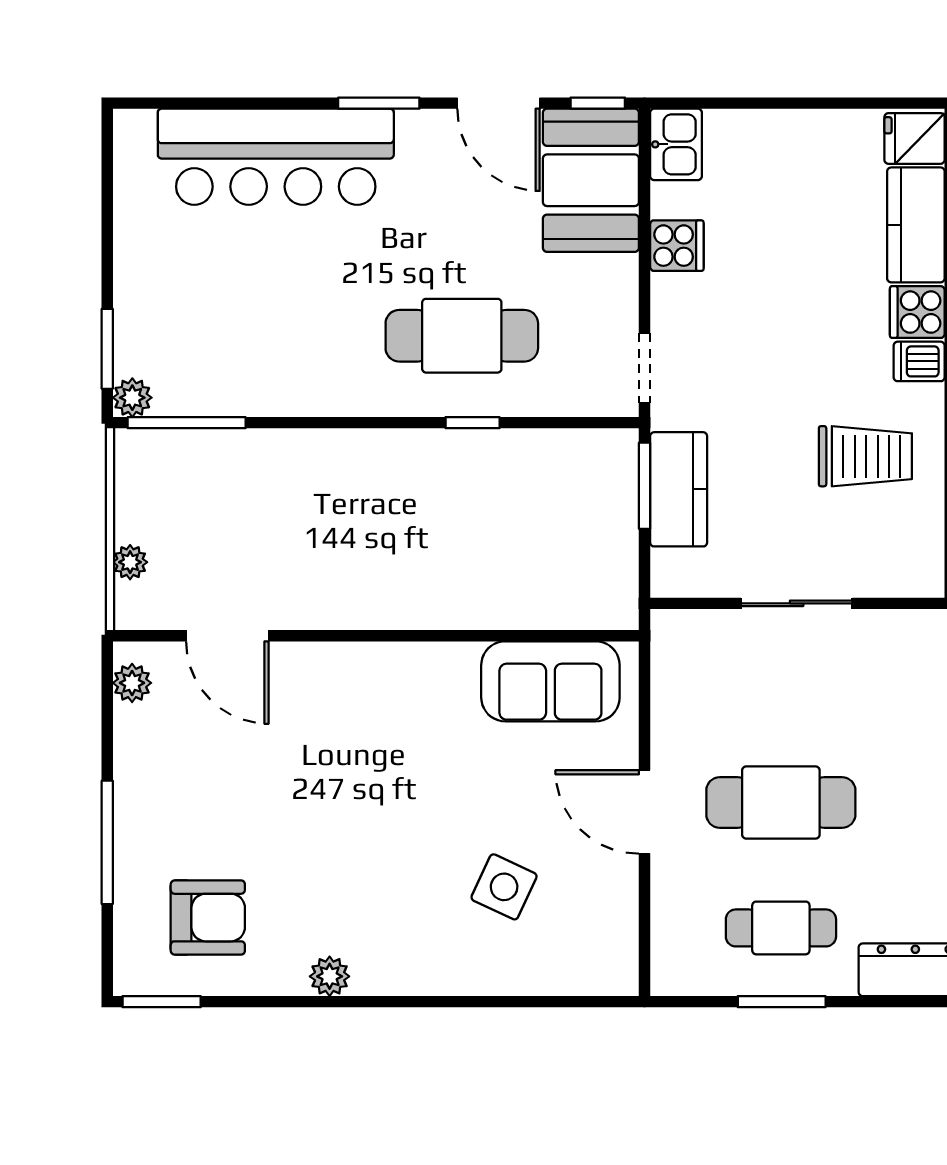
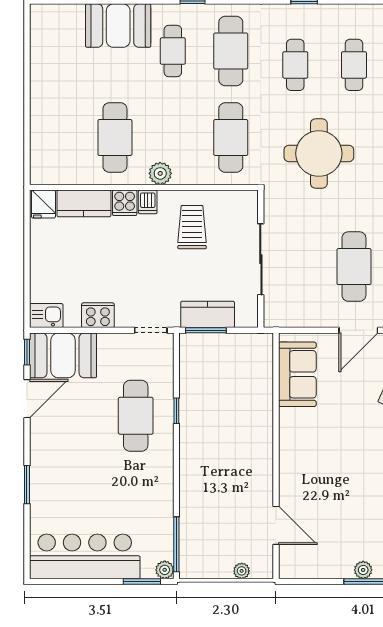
window: (379, 103) -> (27, 485), moved
bar counter: (276, 157) -> (85, 556), moved, turned -90
cooker: (677, 246) -> (98, 315), width x1.36
sliding door: (797, 603) -> (261, 259), width x1.37
door: (227, 636) -> (276, 525), hinge flipped
plant: (132, 683) -> (363, 570), moved

